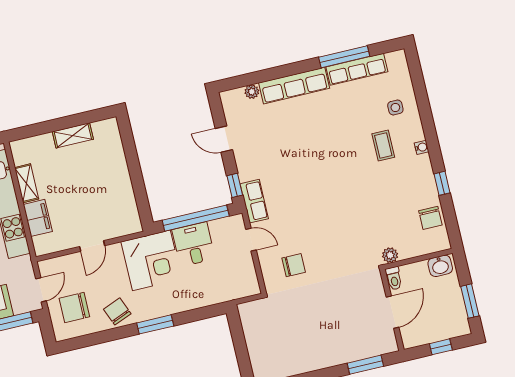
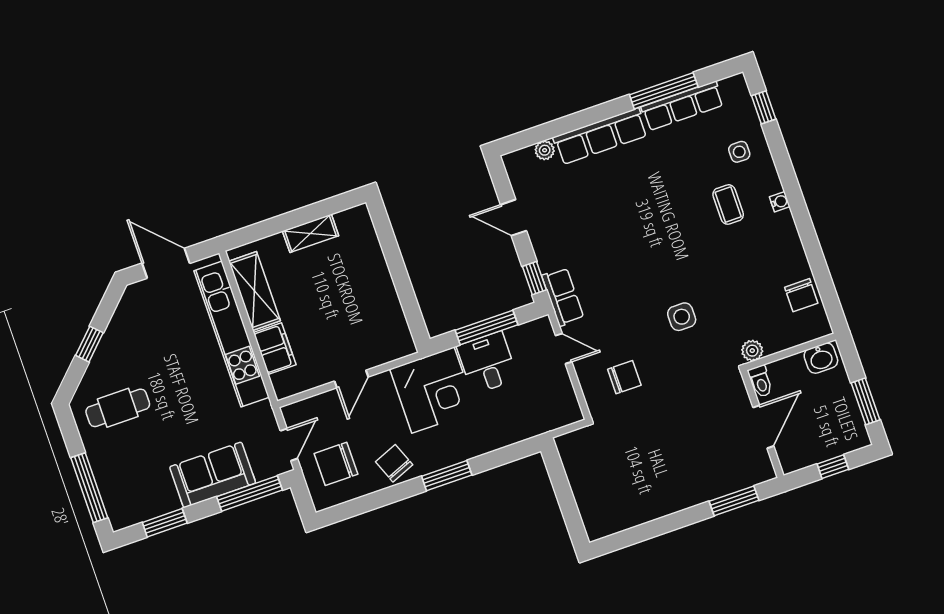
shelving: (27, 183) -> (254, 291), width x1.50, depth x1.33
window: (442, 183) -> (764, 107), moved
window: (196, 218) -> (487, 327), width x0.68
side table: (341, 225) -> (682, 317), added

